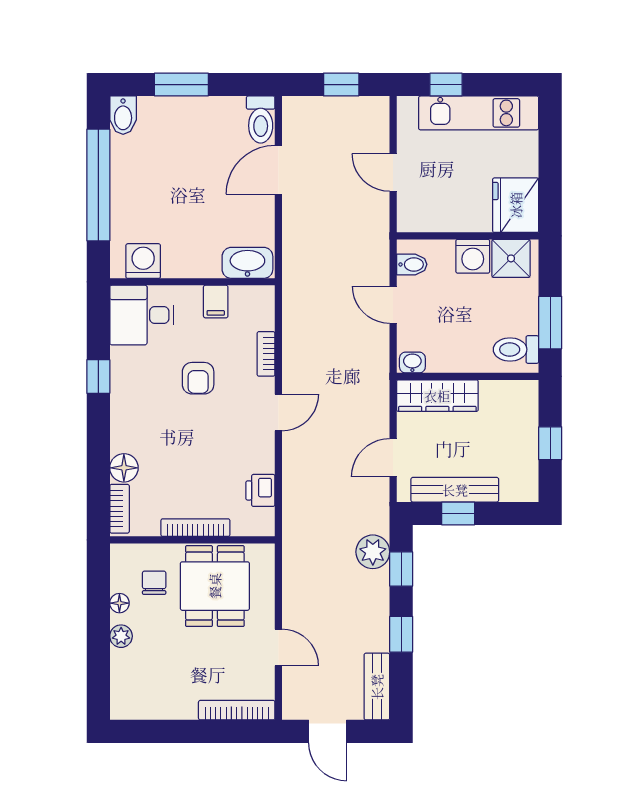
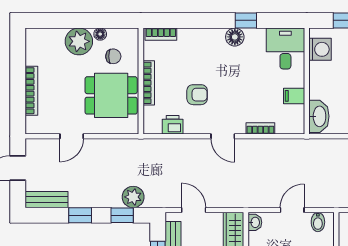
armchair: (198, 378) -> (197, 95), moved, turned 180
floor lamp: (124, 468) -> (235, 37), moved
plant: (121, 636) -> (79, 41), width x1.87, depth x1.87
bookcase: (237, 710) -> (31, 91), moved

